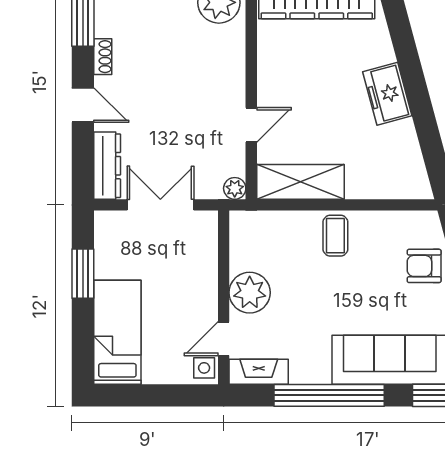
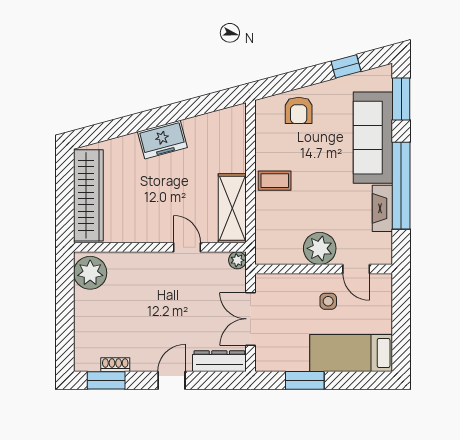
shoe rack: (103, 57) -> (115, 365), moved
side table: (204, 368) -> (328, 301), moved
fireplace: (259, 372) -> (382, 208), moved

